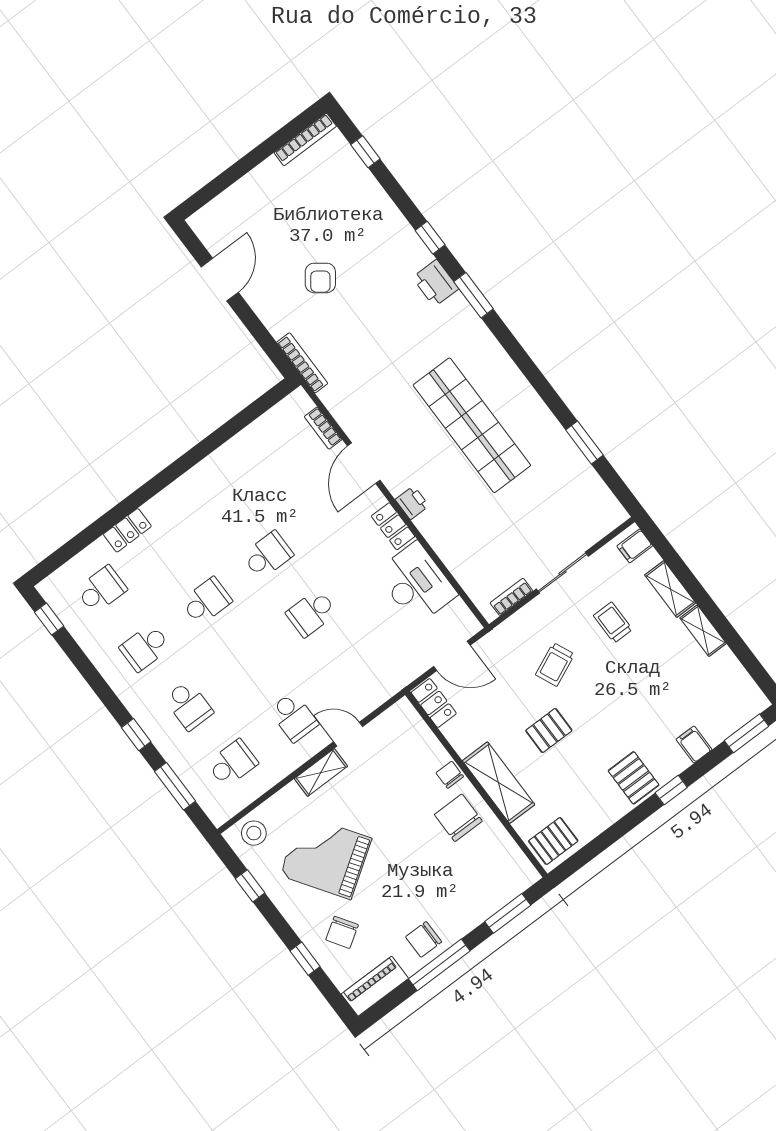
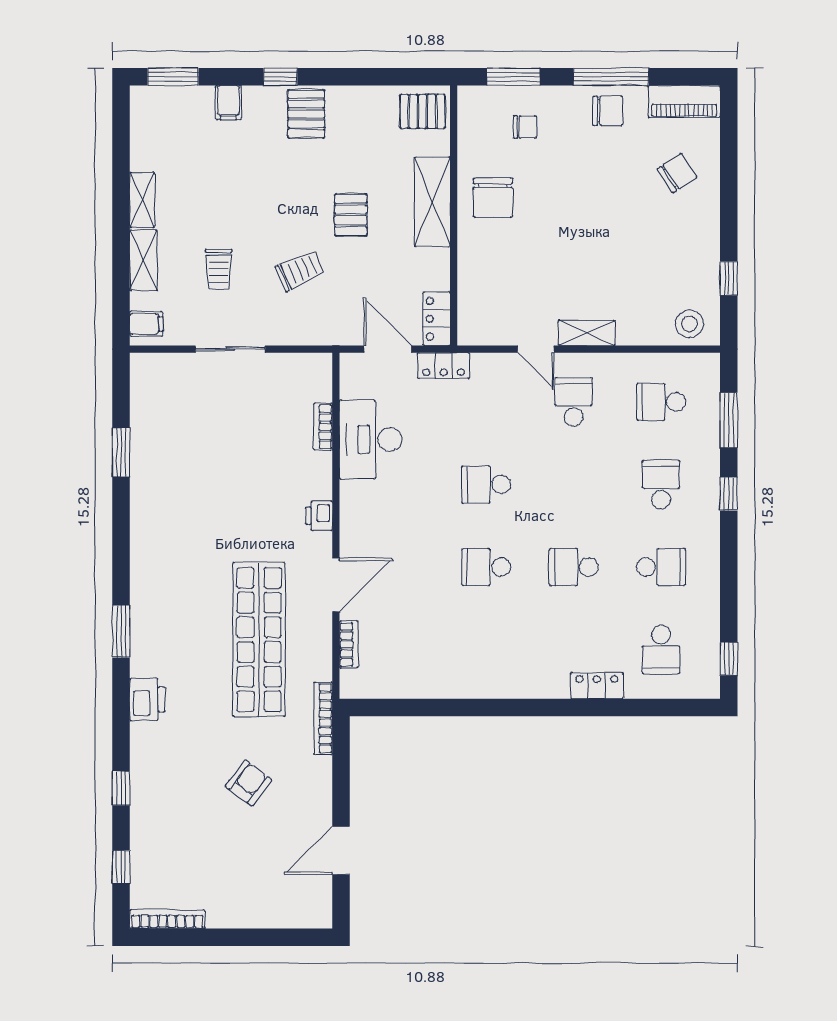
window: (430, 238) -> (121, 788), moved
window: (473, 295) -> (121, 631), moved
shop shelf: (472, 425) -> (259, 640), moved
locker: (393, 526) -> (444, 366), moved, turned 90
school desk: (101, 590) -> (661, 650), turned -90
bookcase: (511, 597) -> (323, 427), moved, turned 90
school desk: (311, 613) -> (486, 484), turned 180
pallet: (549, 730) -> (351, 215), turned 90
chair: (450, 775) -> (525, 127), moved, turned -90
grand piano: (326, 857) -> (640, 253), removed
window: (305, 959) -> (729, 174), removed

